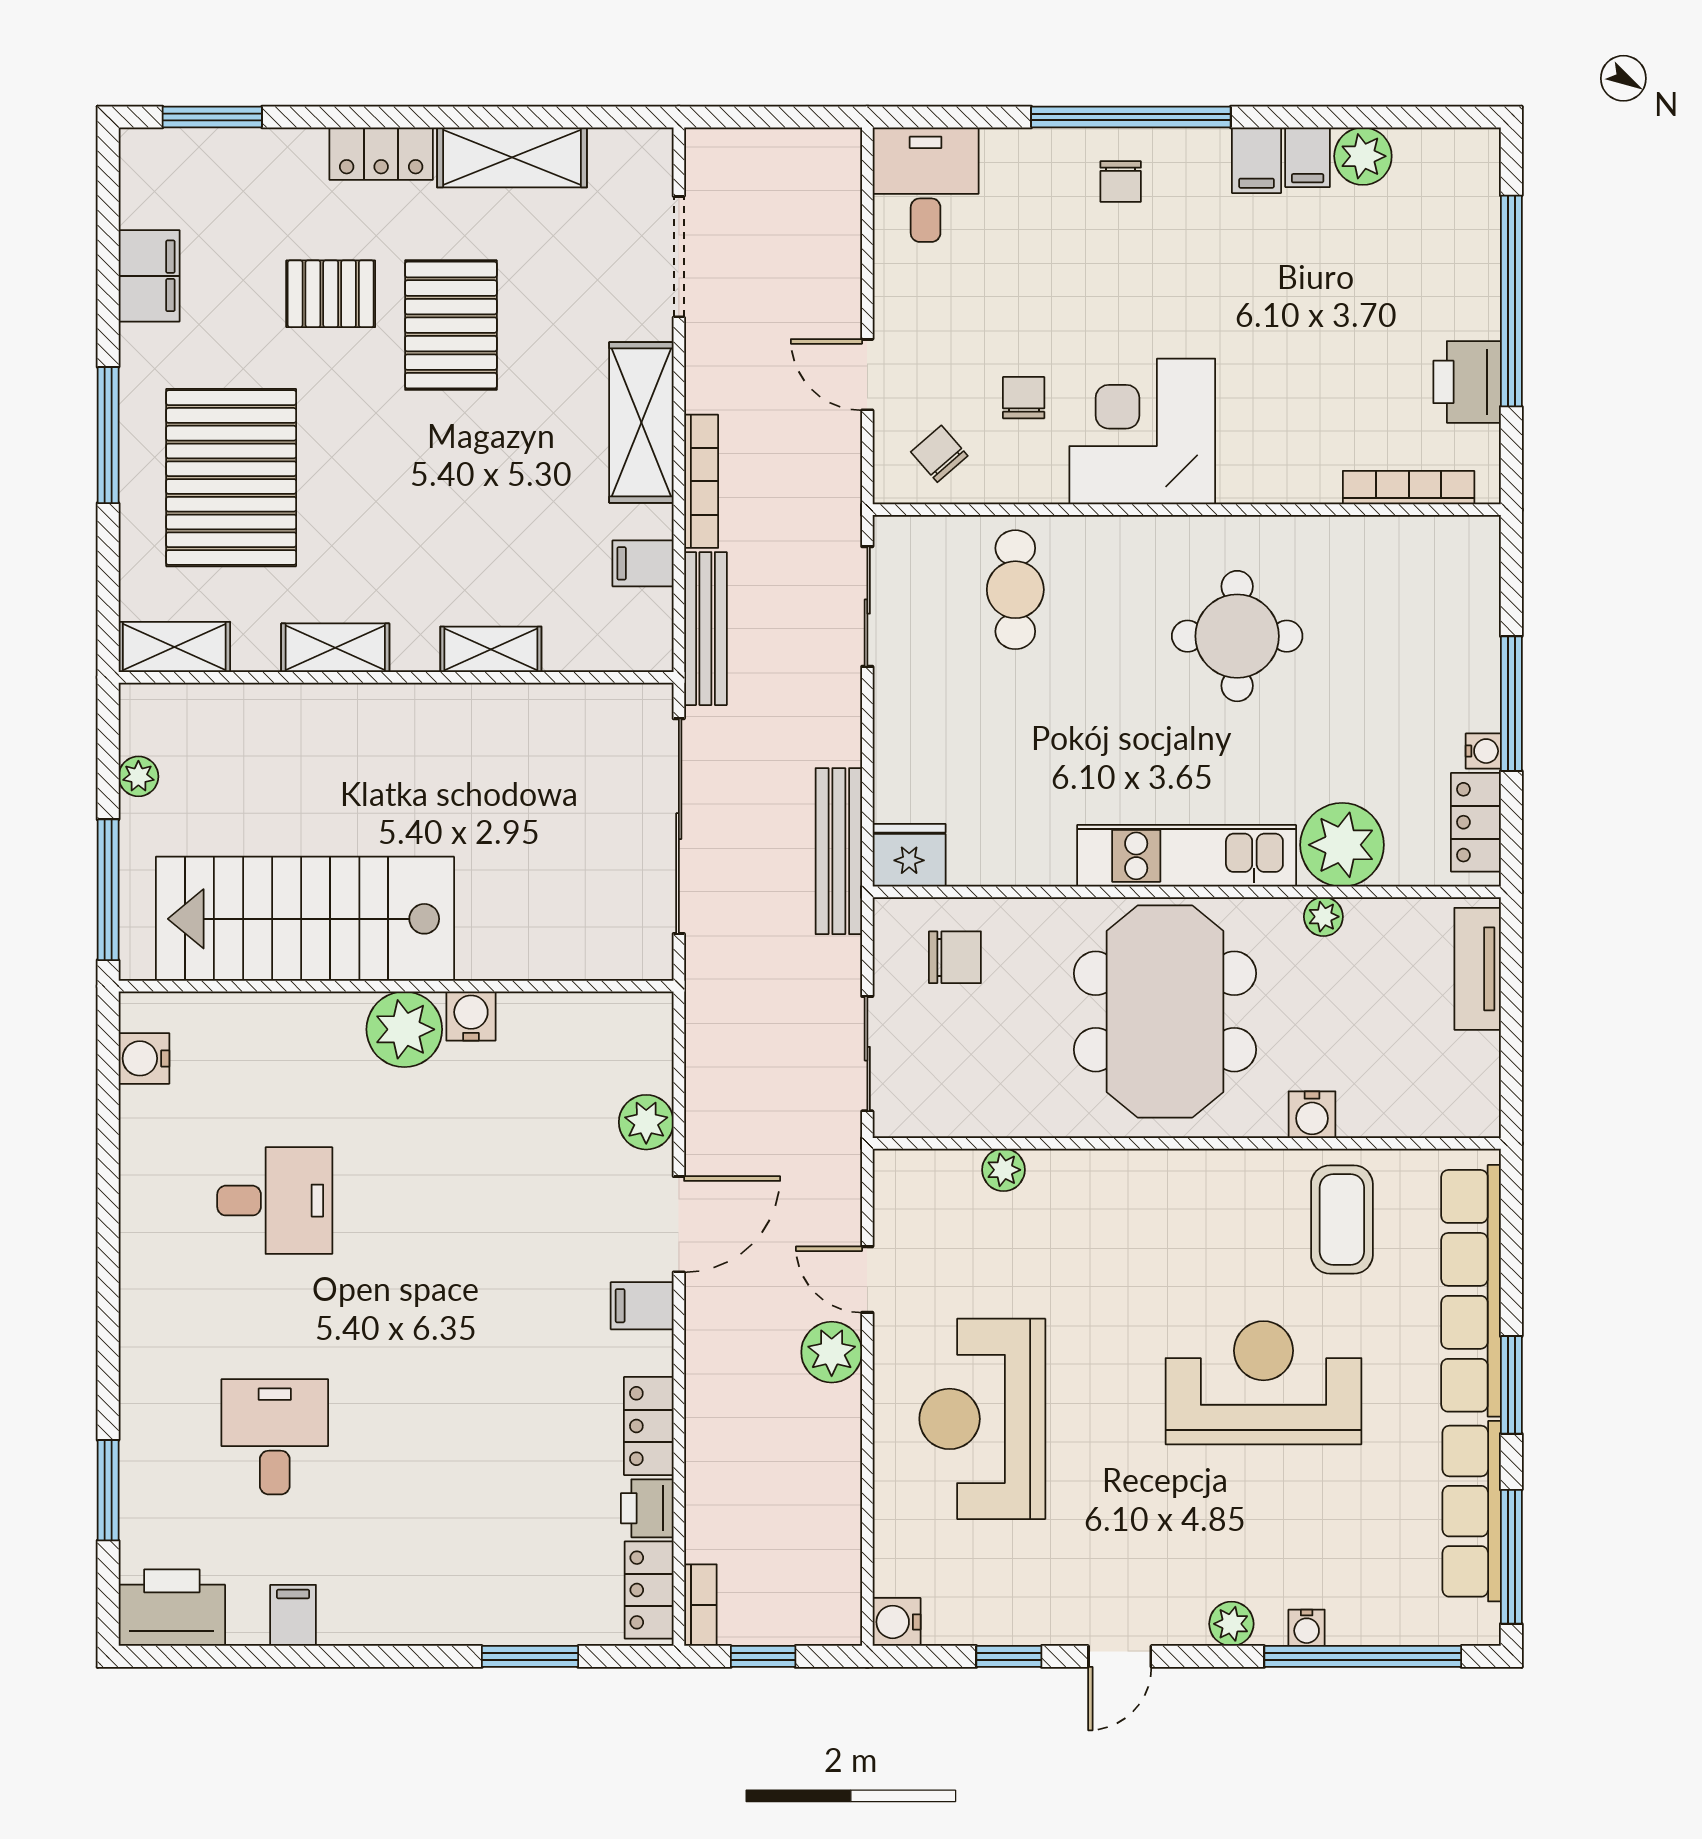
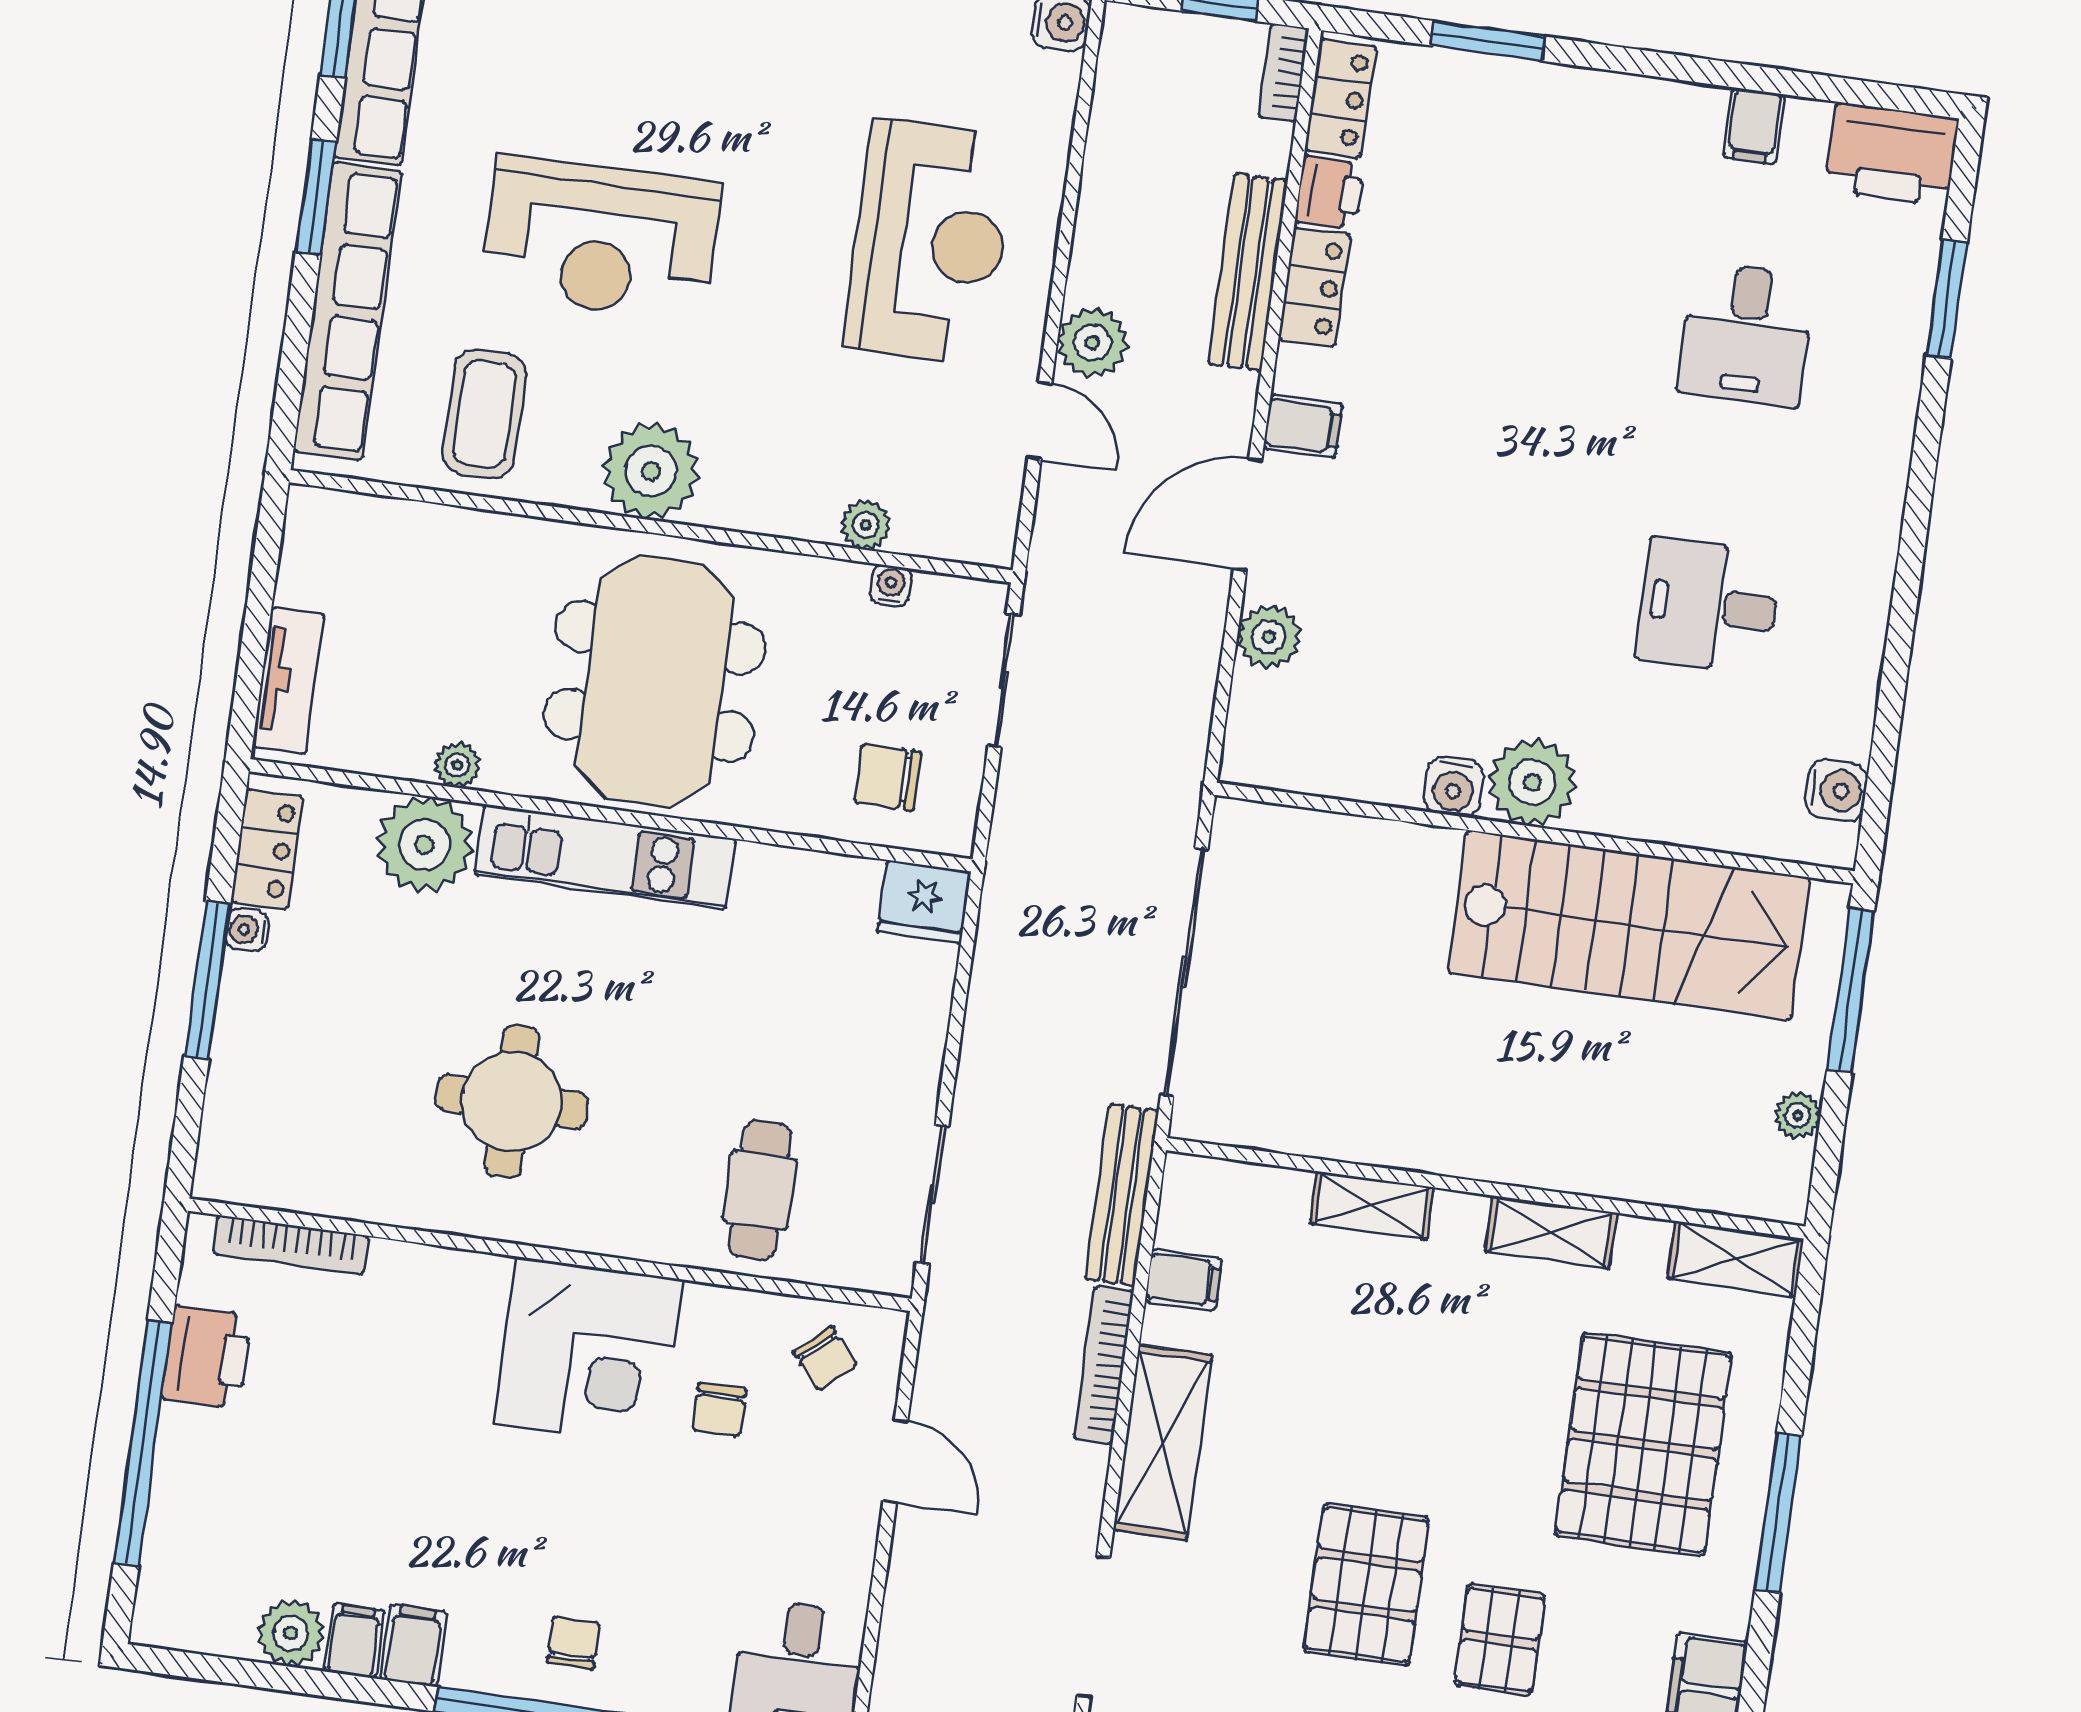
pallet: (331, 294) -> (1500, 1640), turned 90
bench: (839, 851) -> (1248, 272), moved
water cooler: (1312, 1115) -> (891, 586), moved, width x0.72, depth x0.72
plant: (1193, 1191) -> (651, 471), added

